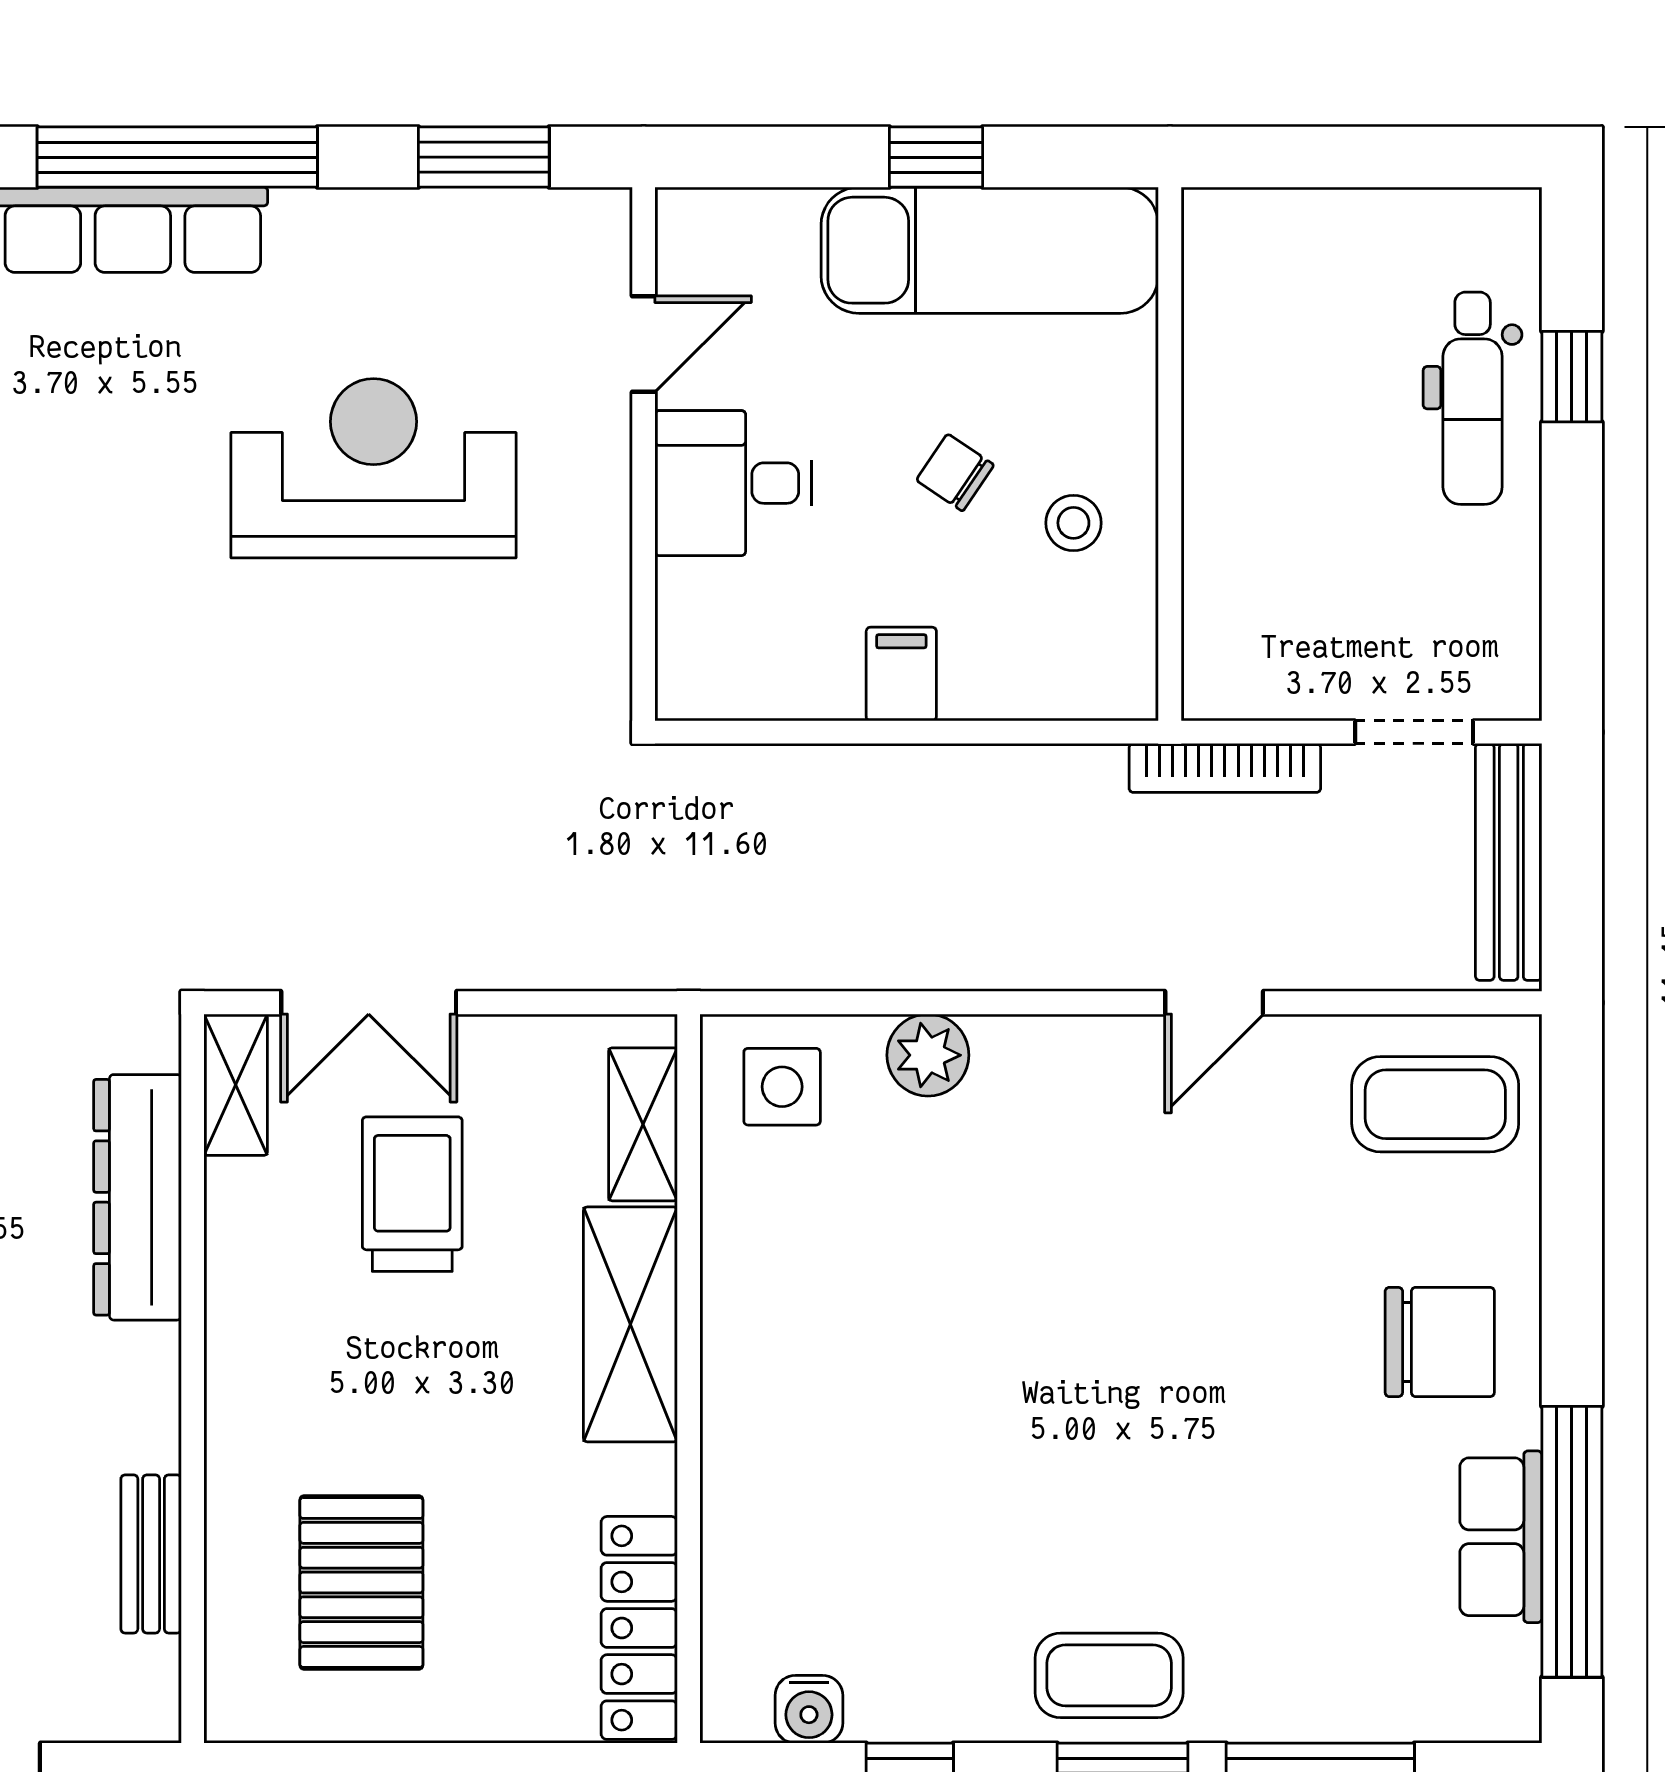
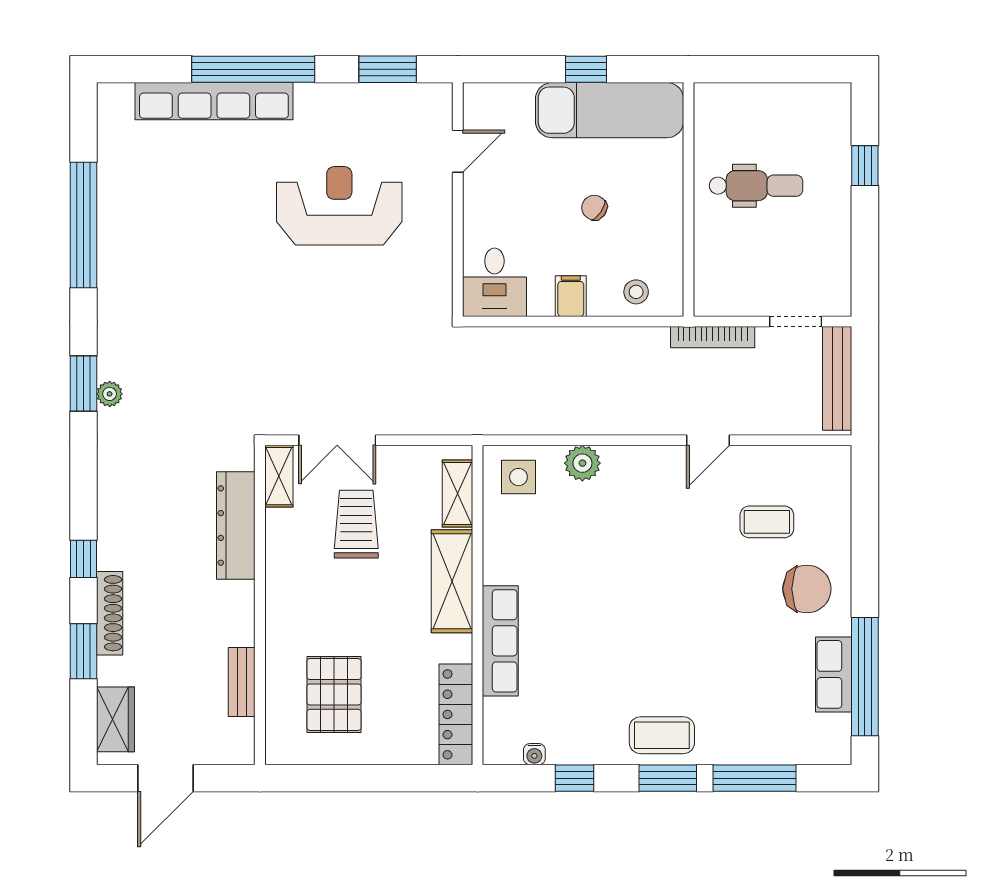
dental chair: (1473, 398) -> (756, 186), moved, turned -90
desk: (733, 483) -> (494, 282), moved, turned -90
stool: (1073, 523) -> (636, 292), moved
coffee table: (1435, 1104) -> (767, 522), moved, width x0.73, depth x0.77
row of seats: (741, 1460) -> (500, 641), added
water cooler: (809, 1709) -> (534, 754), width x0.72, depth x0.72

